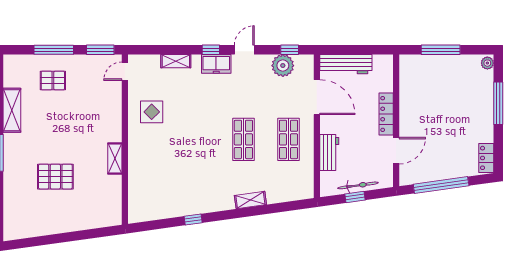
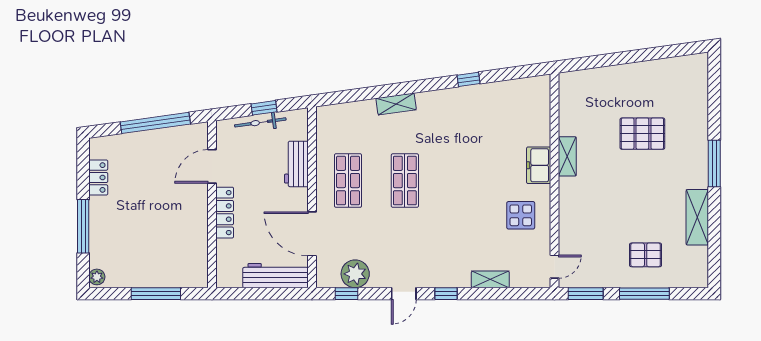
freezer: (216, 64) -> (539, 165), moved, turned -90
locker: (486, 158) -> (98, 177), moved

